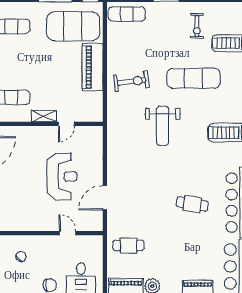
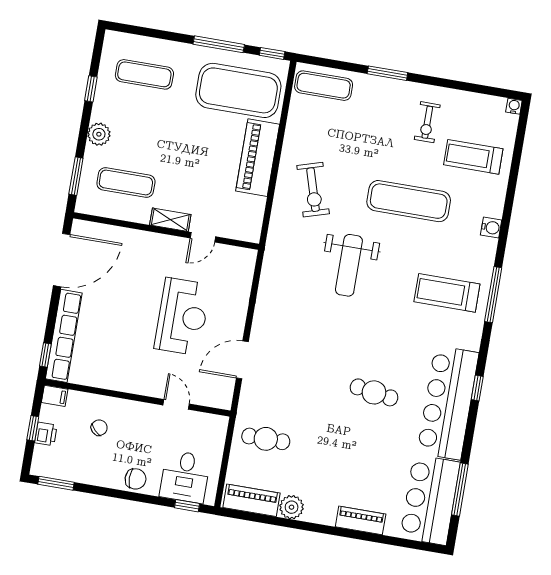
exercise bike: (131, 81) -> (313, 190), turned 80

